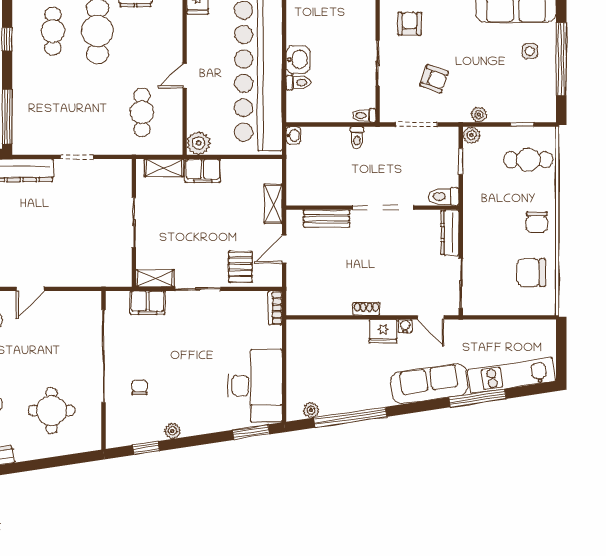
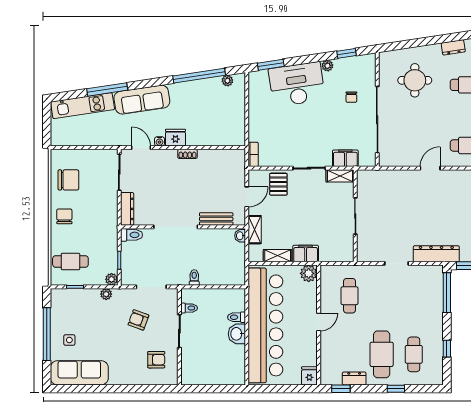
armchair: (409, 24) -> (156, 360), turned -90
toilet: (364, 115) -> (189, 308), moved
washbasin: (293, 135) -> (240, 236), moved
shelving: (164, 168) -> (278, 256), moved
desk: (255, 386) -> (297, 84), moved, turned 81

